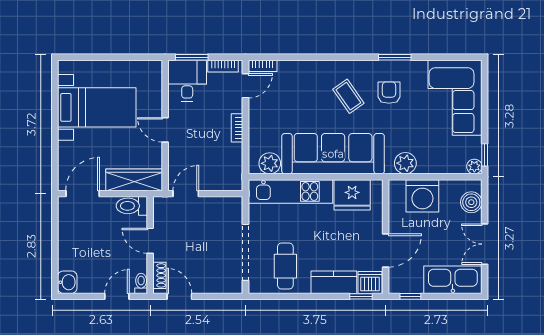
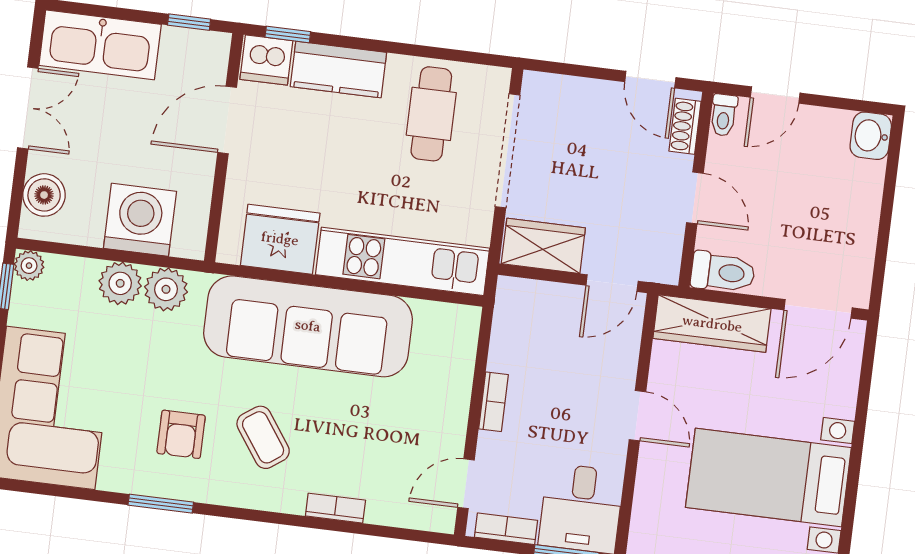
bookcase: (263, 66) -> (335, 508), moved
plant: (270, 163) -> (120, 283), moved
wardrobe: (222, 208) -> (543, 246), added

